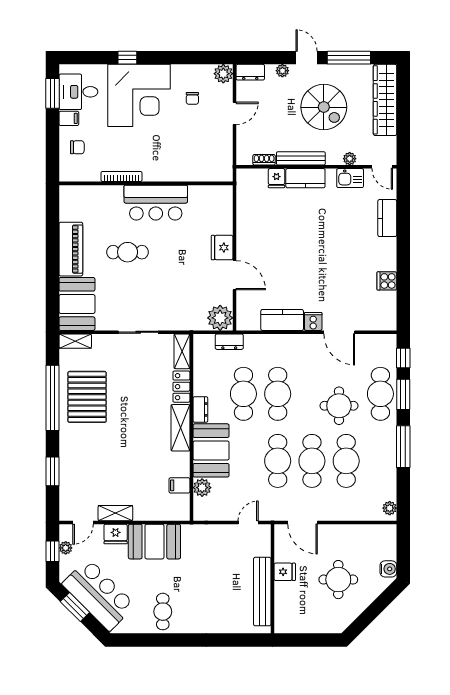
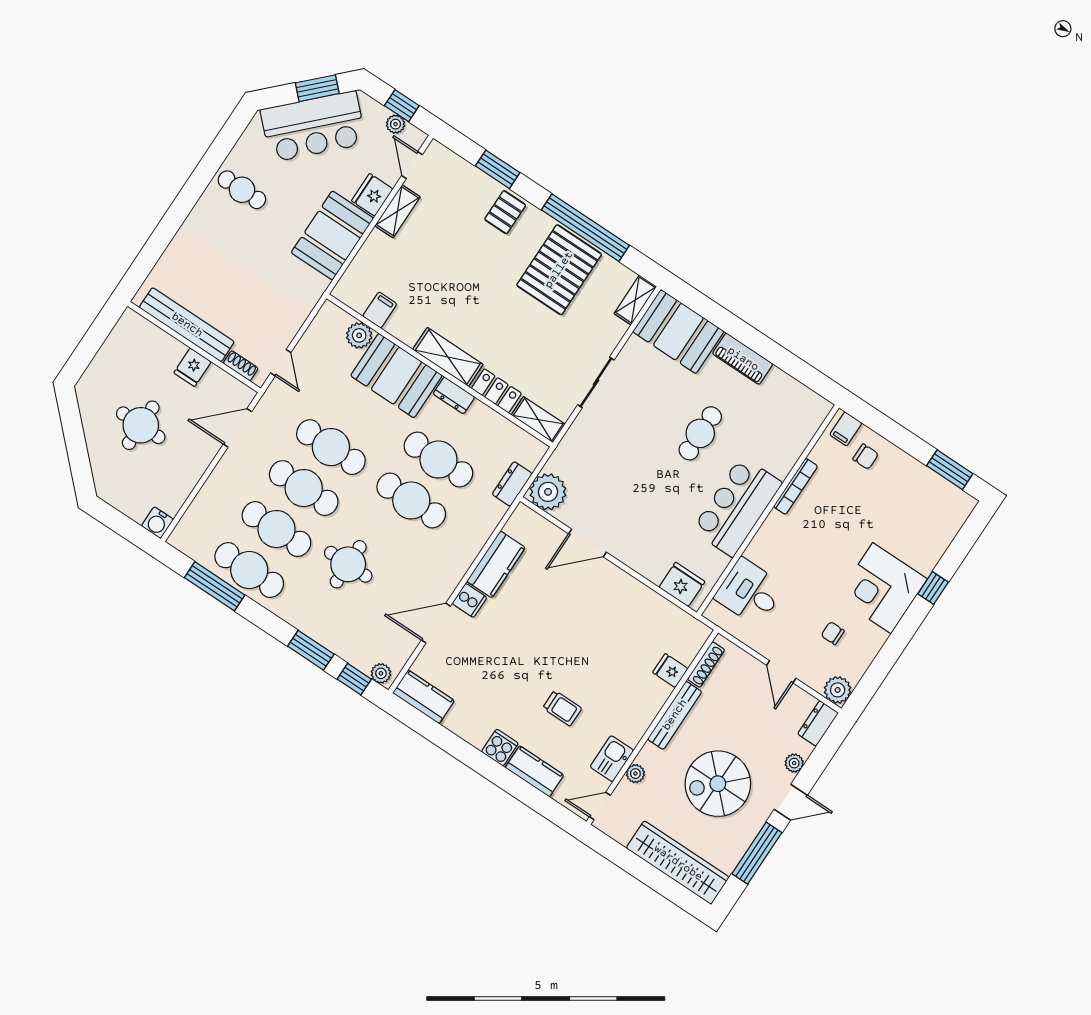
desk: (78, 92) -> (750, 592), moved, turned -90
corner desk: (139, 95) -> (882, 588), width x0.74, depth x0.74
filing cabinet: (69, 118) -> (846, 429), moved
chair: (77, 147) -> (866, 457), turned -90
shoe rack: (264, 160) -> (706, 665), width x1.43
kitchen counter: (305, 178) -> (423, 697), moved, turned 90
trolley: (340, 226) -> (562, 708), added
fridge: (222, 248) -> (682, 584), moved
piano: (71, 249) -> (743, 359), width x0.73, depth x0.75
cooker: (387, 281) -> (500, 748), moved
cafe table: (380, 394) -> (249, 570), moved
pallet: (87, 397) -> (559, 270), turned 90
window: (403, 447) -> (215, 586), moved
pallet: (74, 450) -> (505, 212), added
plant: (390, 508) -> (381, 673), moved
shoe rack: (265, 545) -> (241, 366), added
water cooler: (388, 569) -> (157, 523), moved

